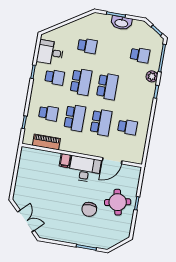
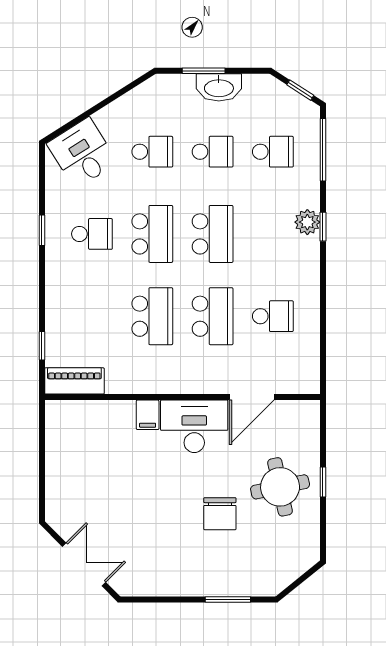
desk: (50, 52) -> (82, 153), moved, turned 58
plant: (152, 76) -> (307, 222), moved
school desk: (48, 113) -> (213, 152), moved
piano: (46, 142) -> (74, 381), moved

